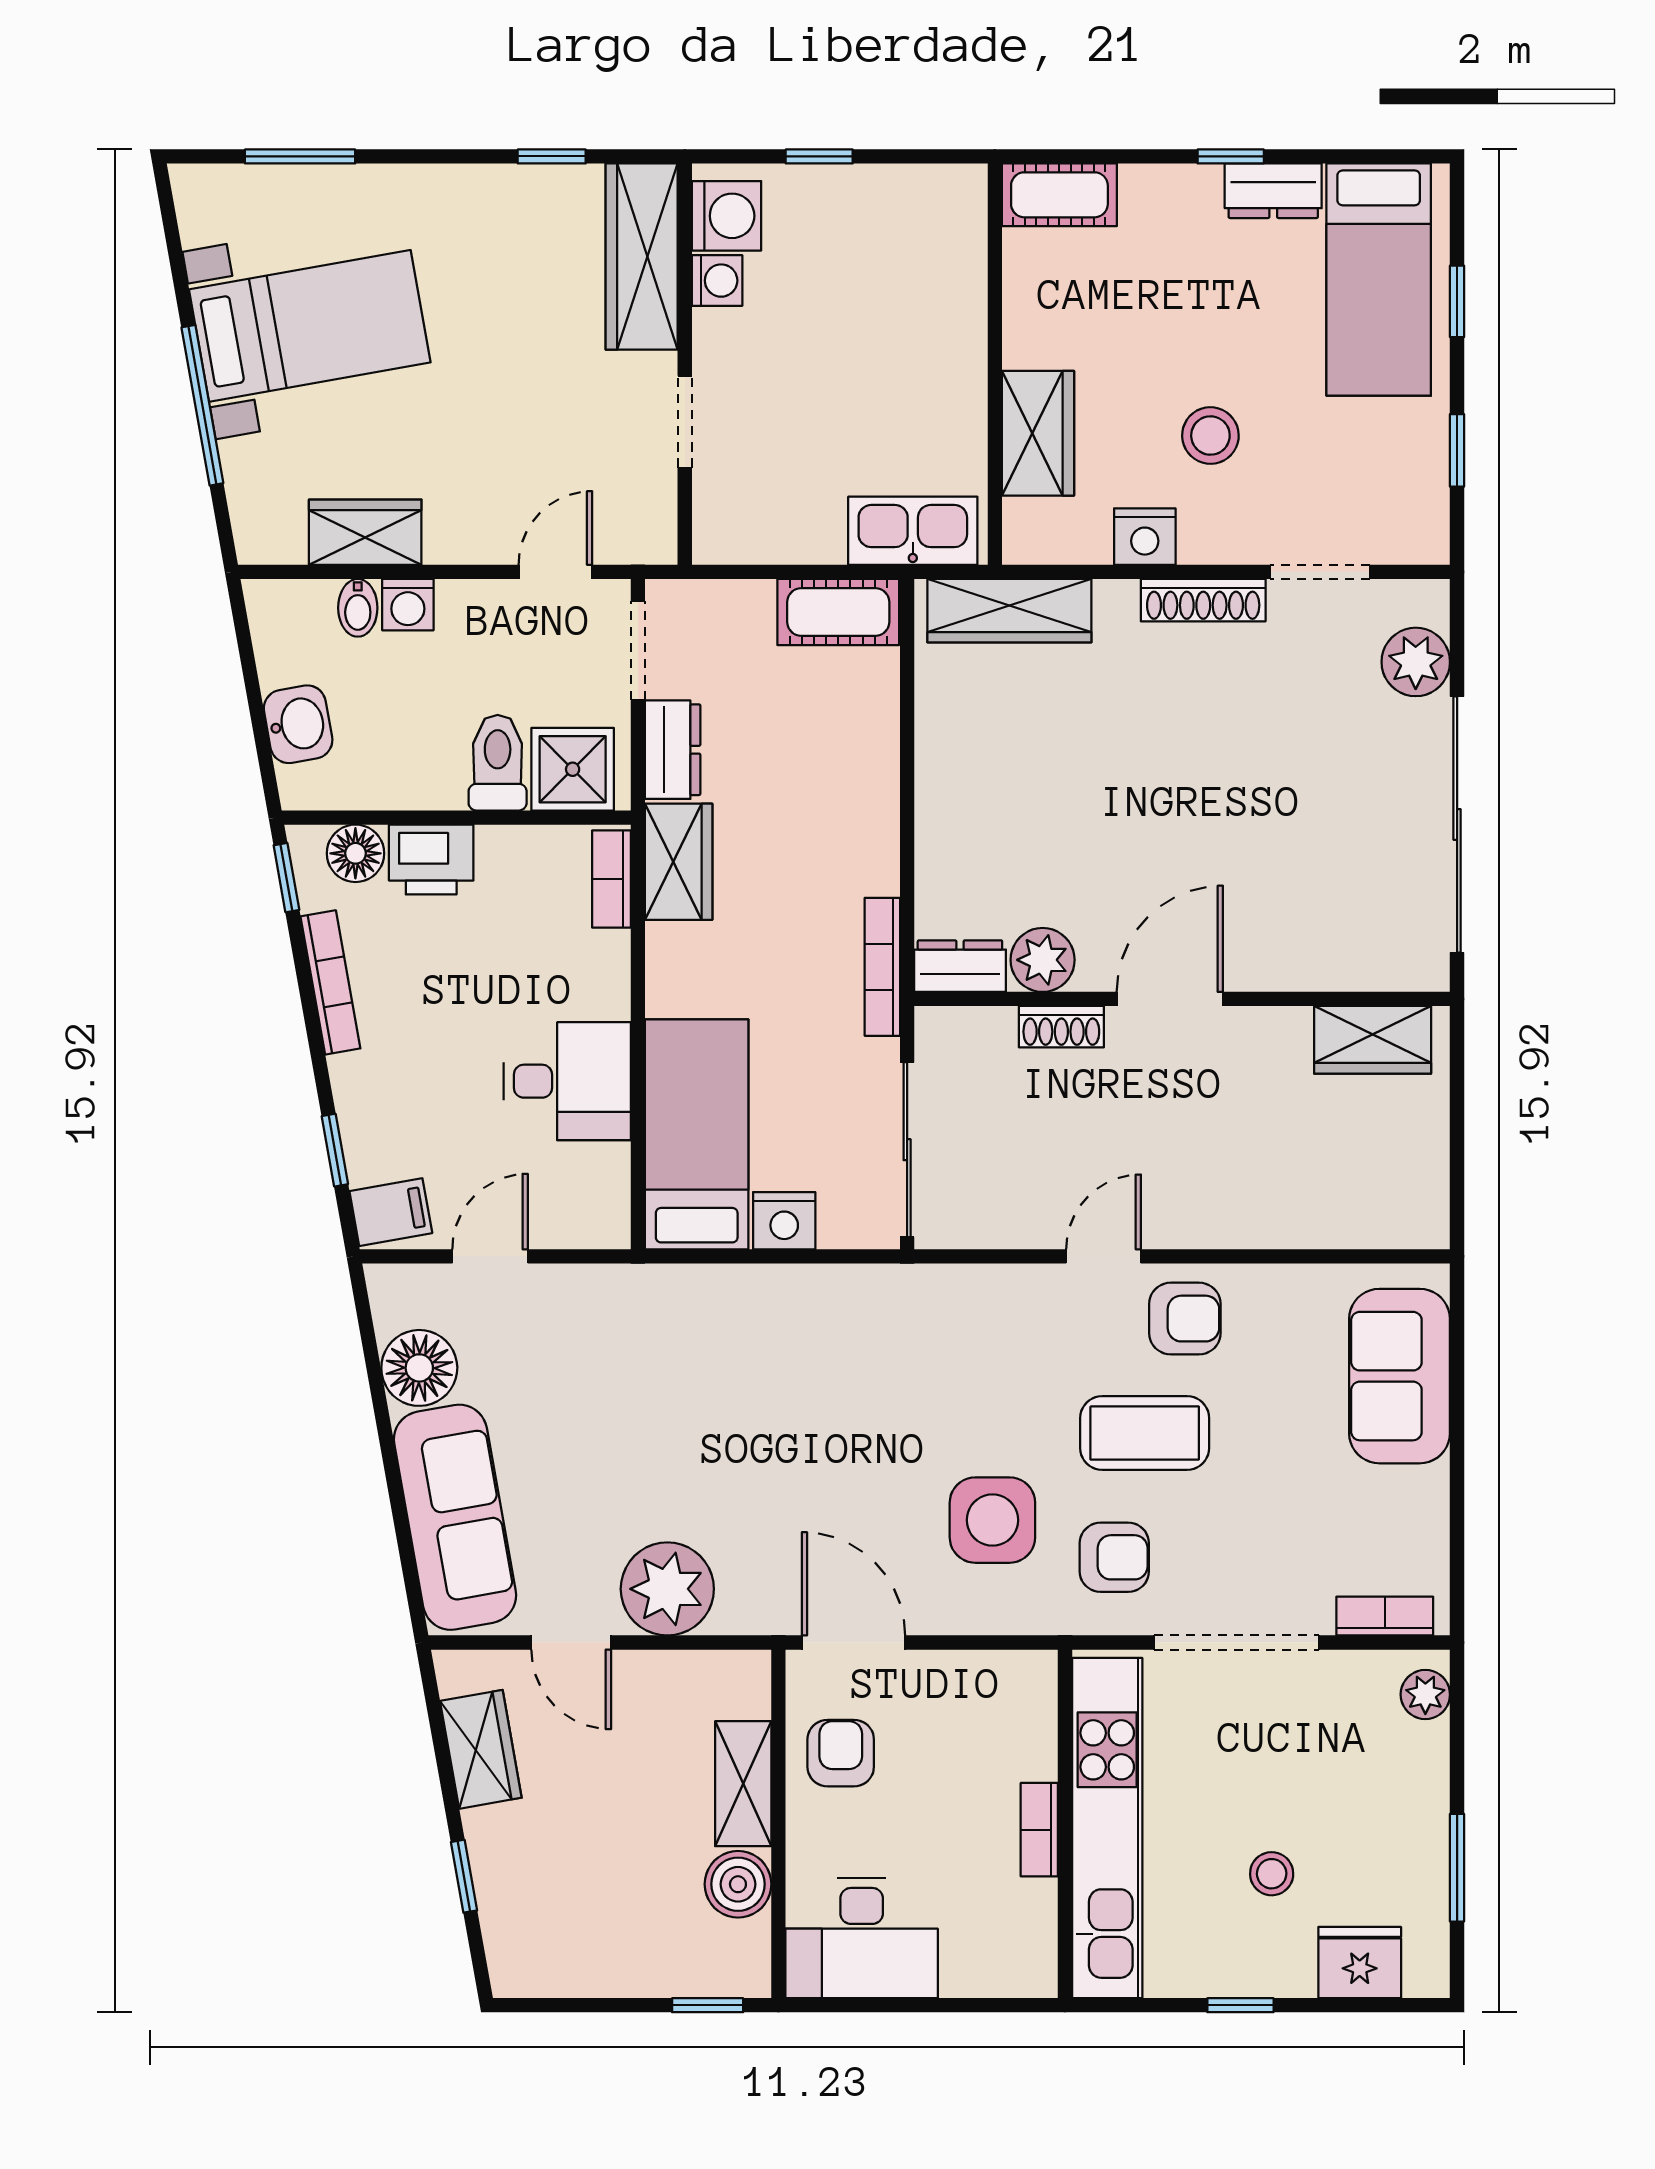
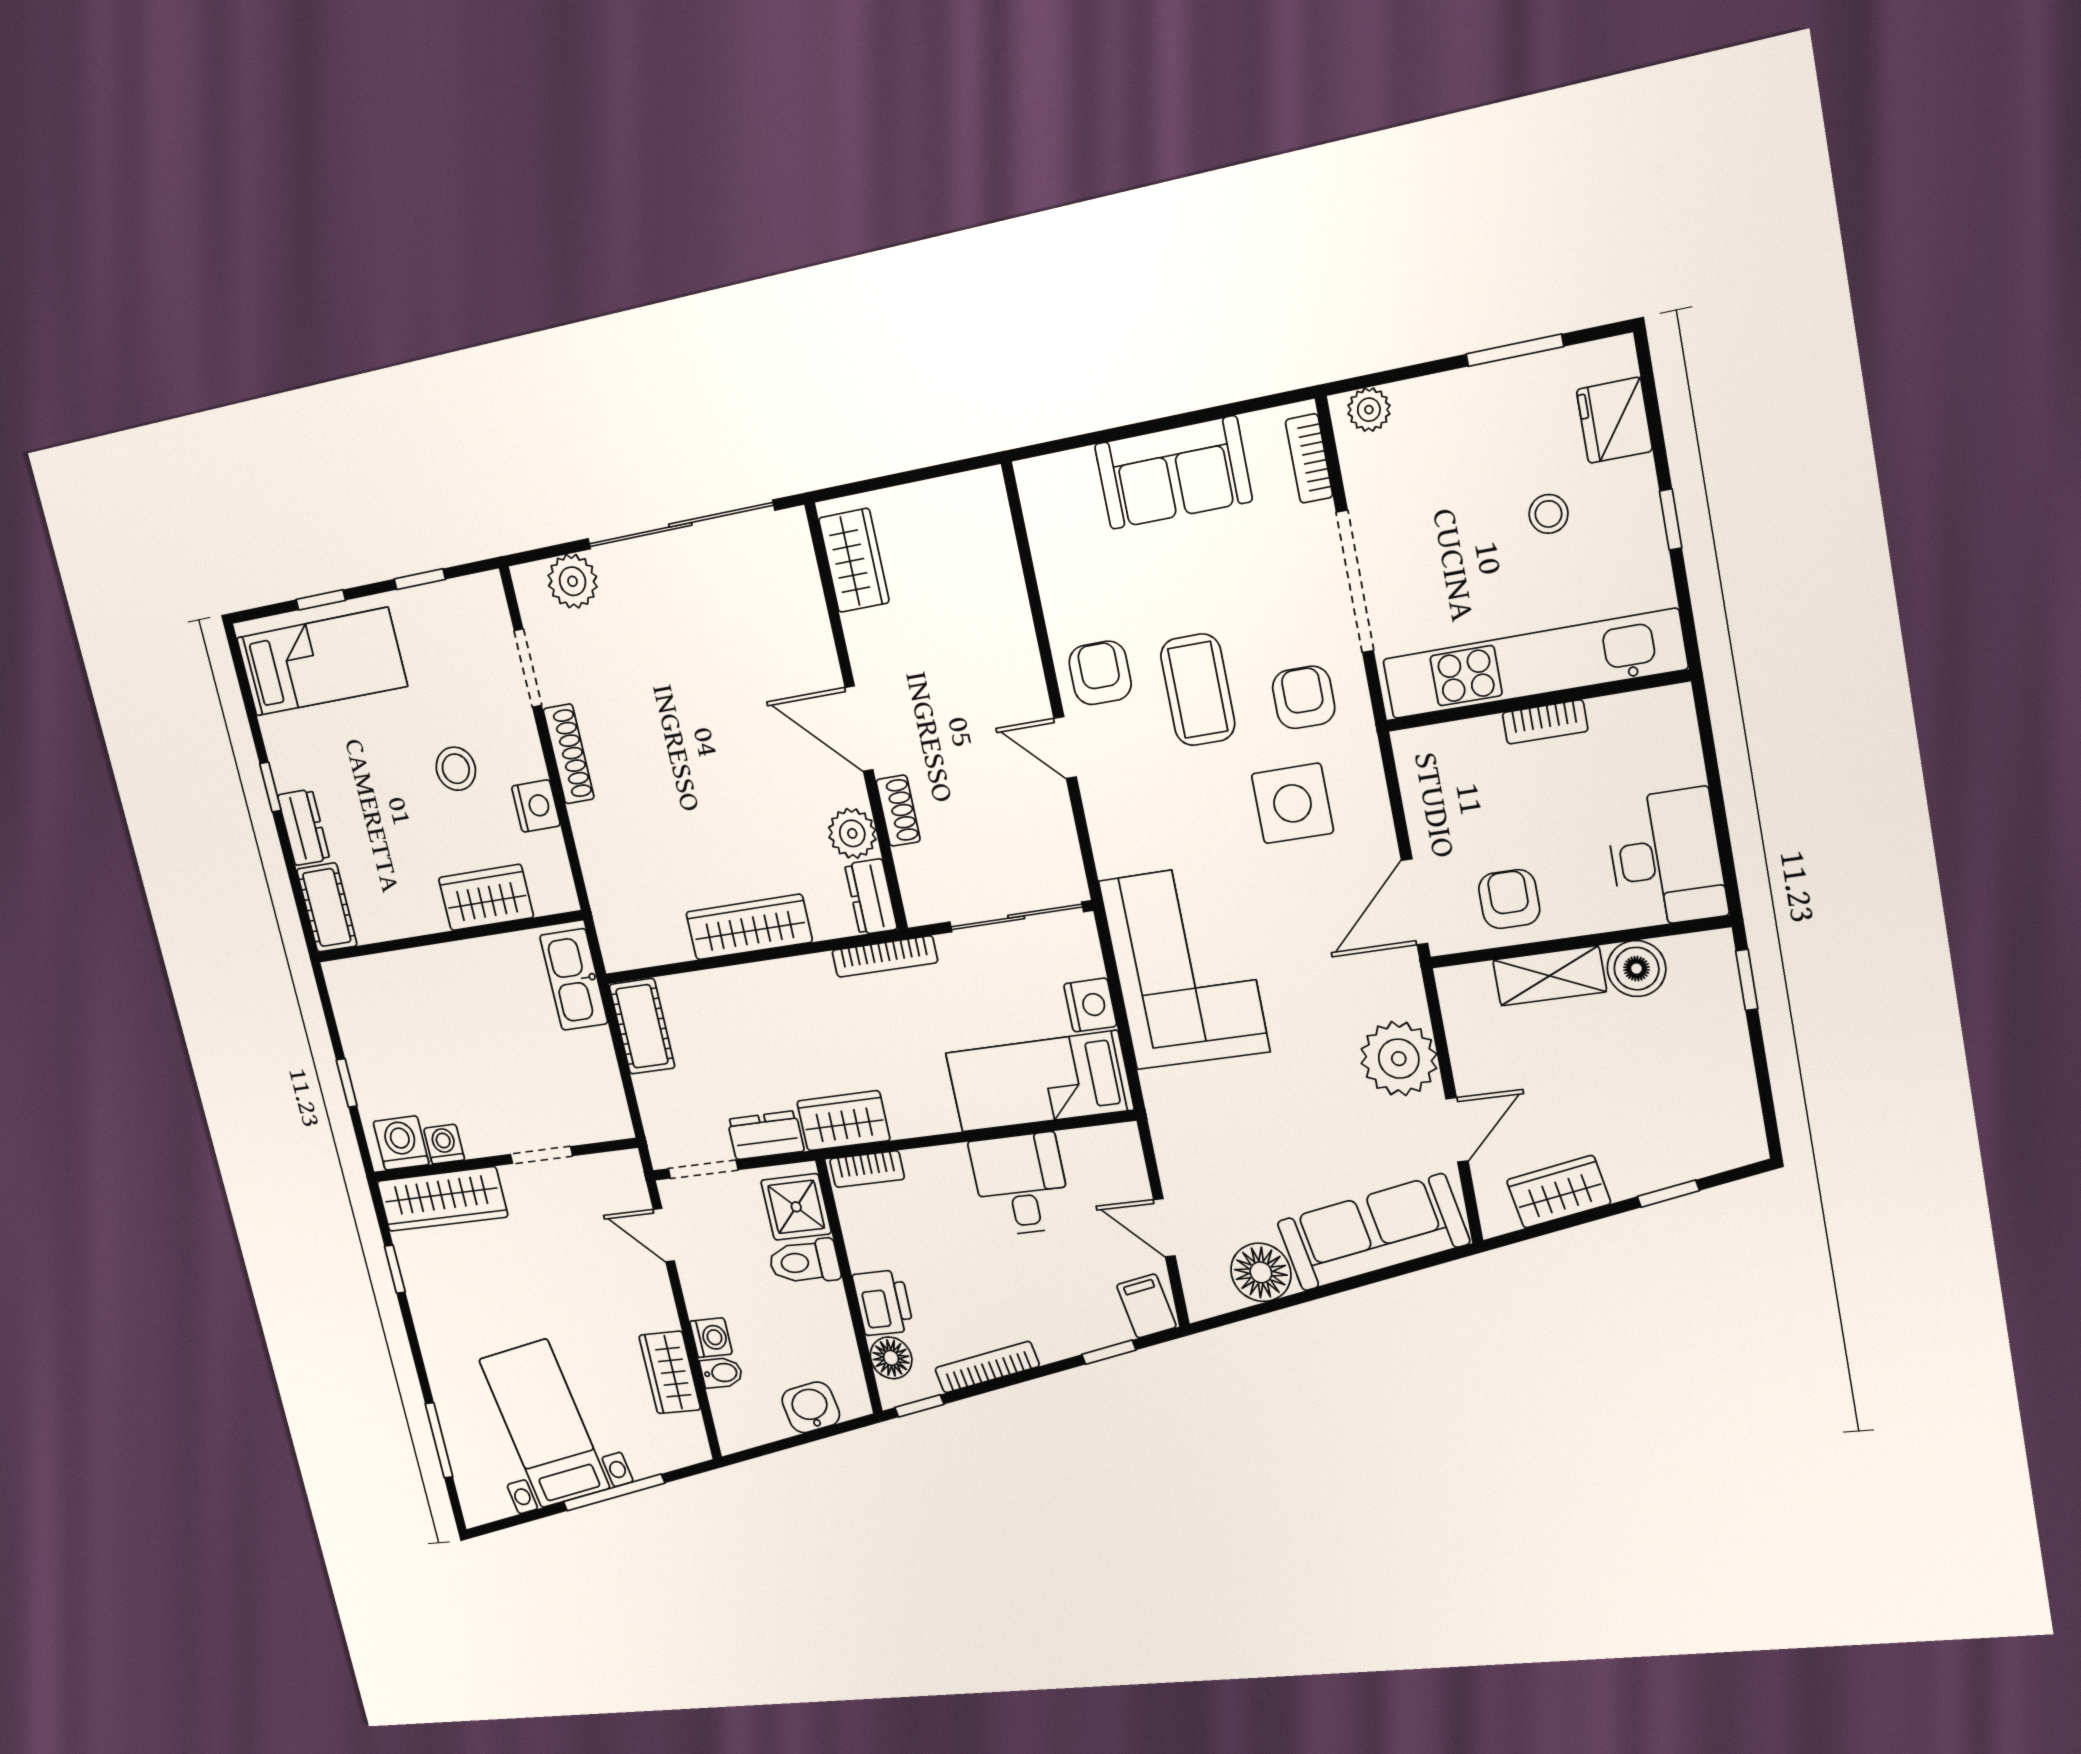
dresser: (1273, 191) -> (304, 827), moved
wardrobe: (1009, 611) -> (749, 927), moved, turned -90
corner sofa: (816, 1349) -> (1184, 966), added
sofa: (1400, 1376) -> (1173, 473), moved
armchair: (841, 1753) -> (1509, 899), turned 90

